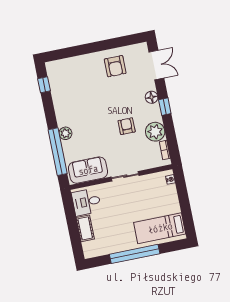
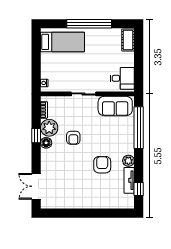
armchair: (115, 66) -> (102, 165), moved
tv unit: (56, 92) -> (129, 180), added
floor lamp: (152, 97) -> (46, 143), moved
window: (165, 107) -> (36, 136), moved
plant: (65, 133) -> (128, 161), moved
cot: (85, 228) -> (128, 40), moved

